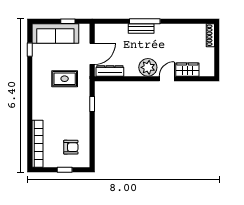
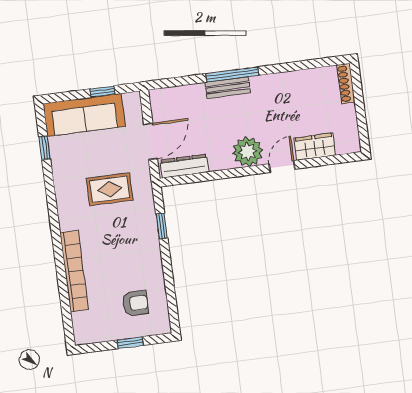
bookcase: (38, 144) -> (74, 271), moved

